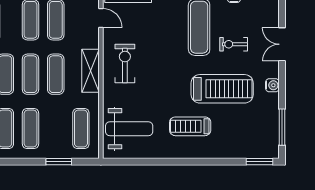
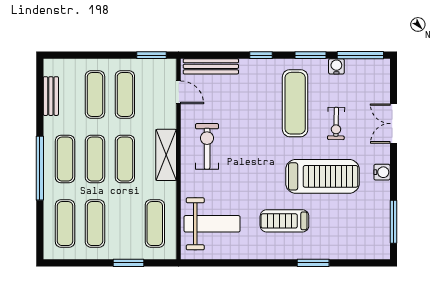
exercise bike: (234, 44) -> (336, 123), turned -89
window: (259, 162) -> (313, 263), moved

